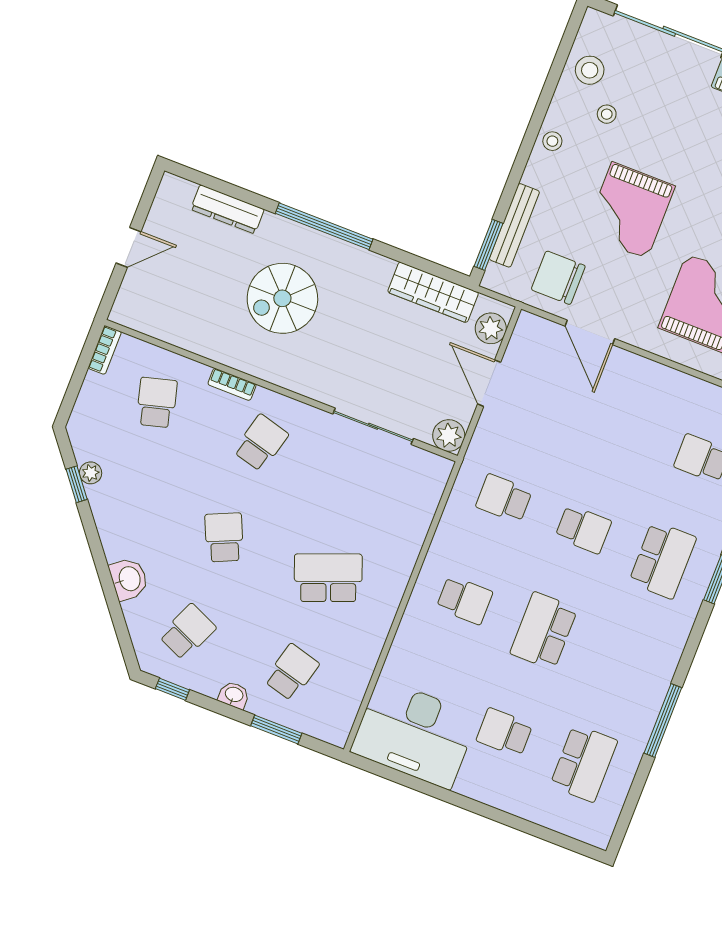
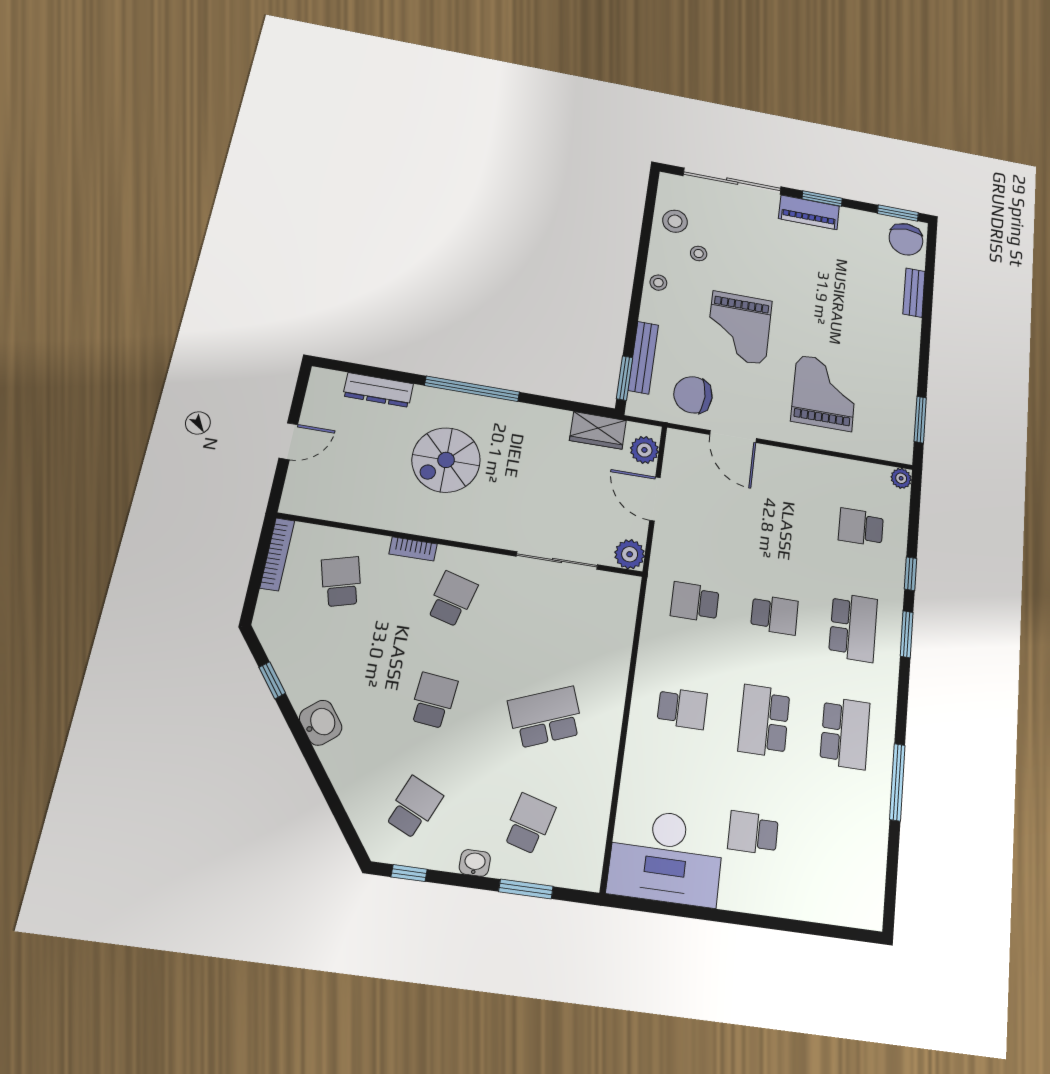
wardrobe: (433, 292) -> (598, 430), width x0.67
bookcase: (105, 350) -> (277, 554), width x1.56
plant: (91, 473) -> (285, 665), removed
school desk: (224, 537) -> (433, 700), turned 30
washbasin: (129, 579) -> (321, 723), moved
school desk: (584, 763) -> (845, 733), moved

